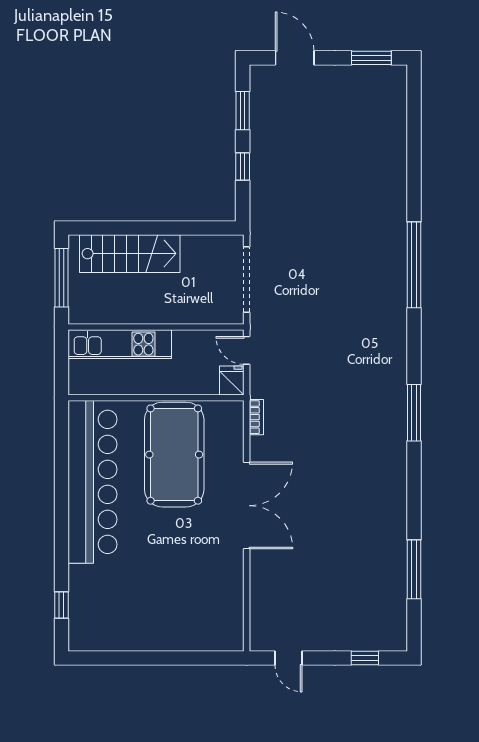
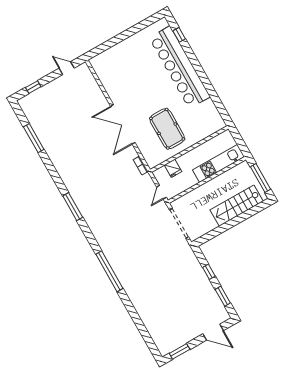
door: (247, 350) -> (161, 192), swing flipped
fridge: (232, 380) -> (173, 168), moved
pool table: (174, 455) -> (167, 129), width x0.73, depth x0.76
bar counter: (92, 482) -> (180, 67), moved

